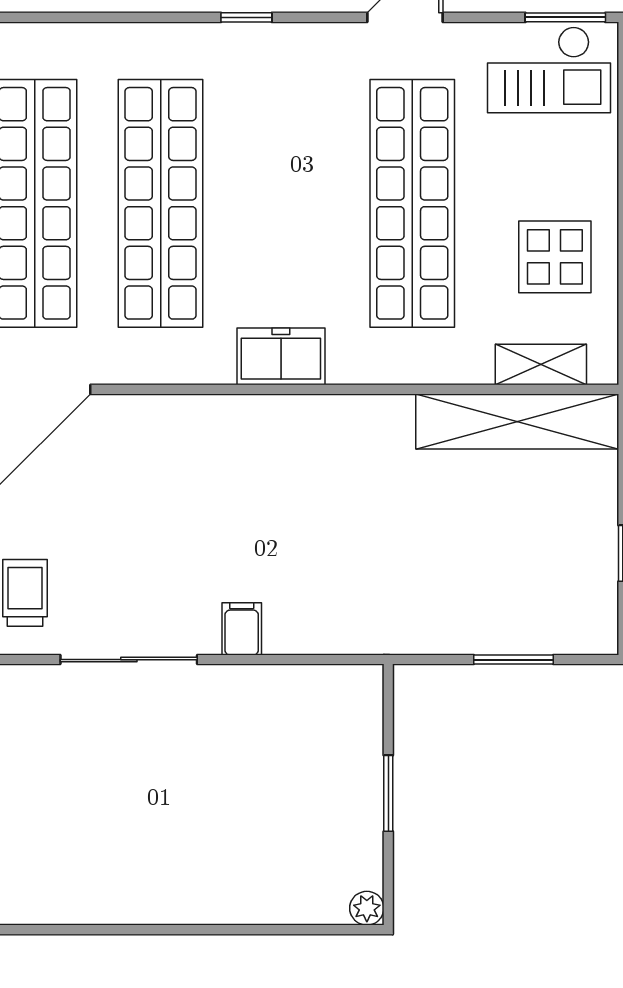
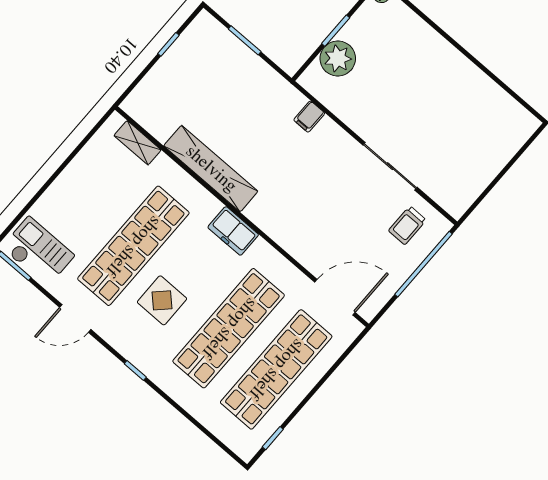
display table: (555, 257) -> (162, 300), moved
shelving: (517, 421) -> (211, 169), moved
filing cabinet: (242, 629) -> (309, 117), moved
plant: (349, 754) -> (338, 58), added

